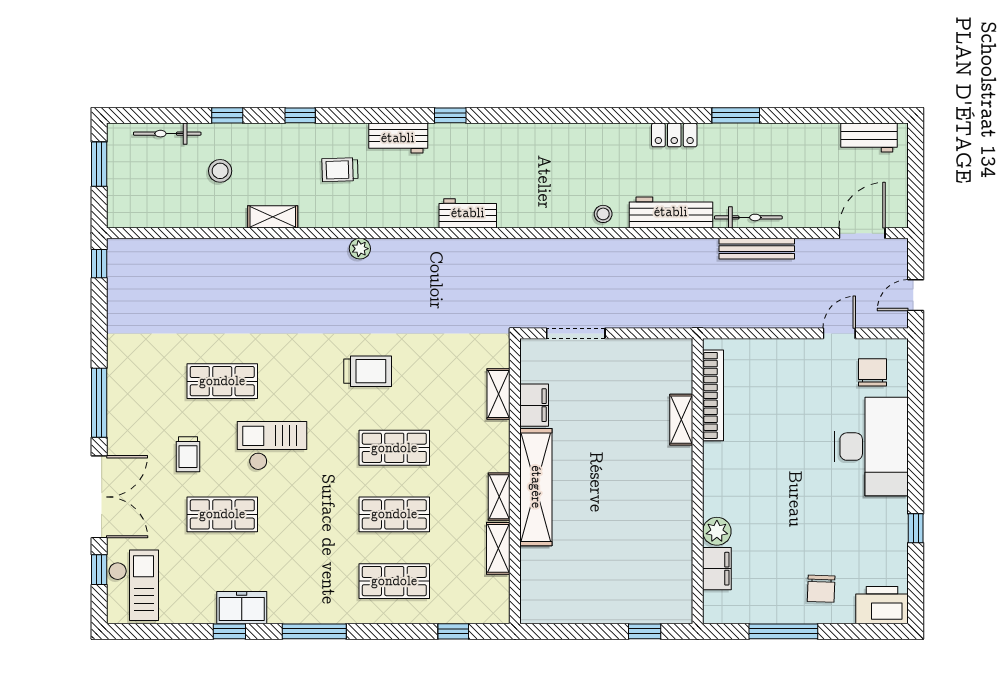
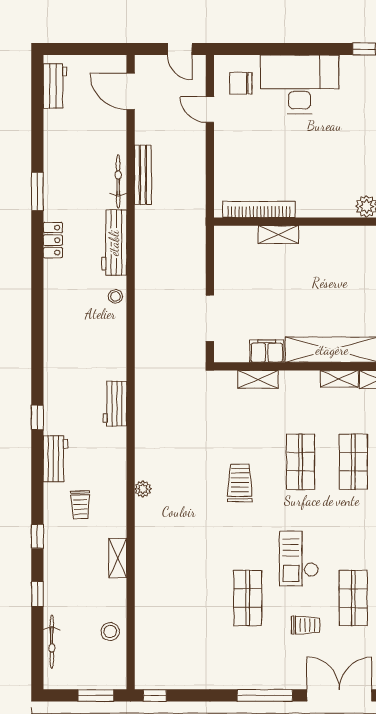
window: (99, 164) -> (96, 695), moved
stool: (220, 171) -> (110, 632), moved

